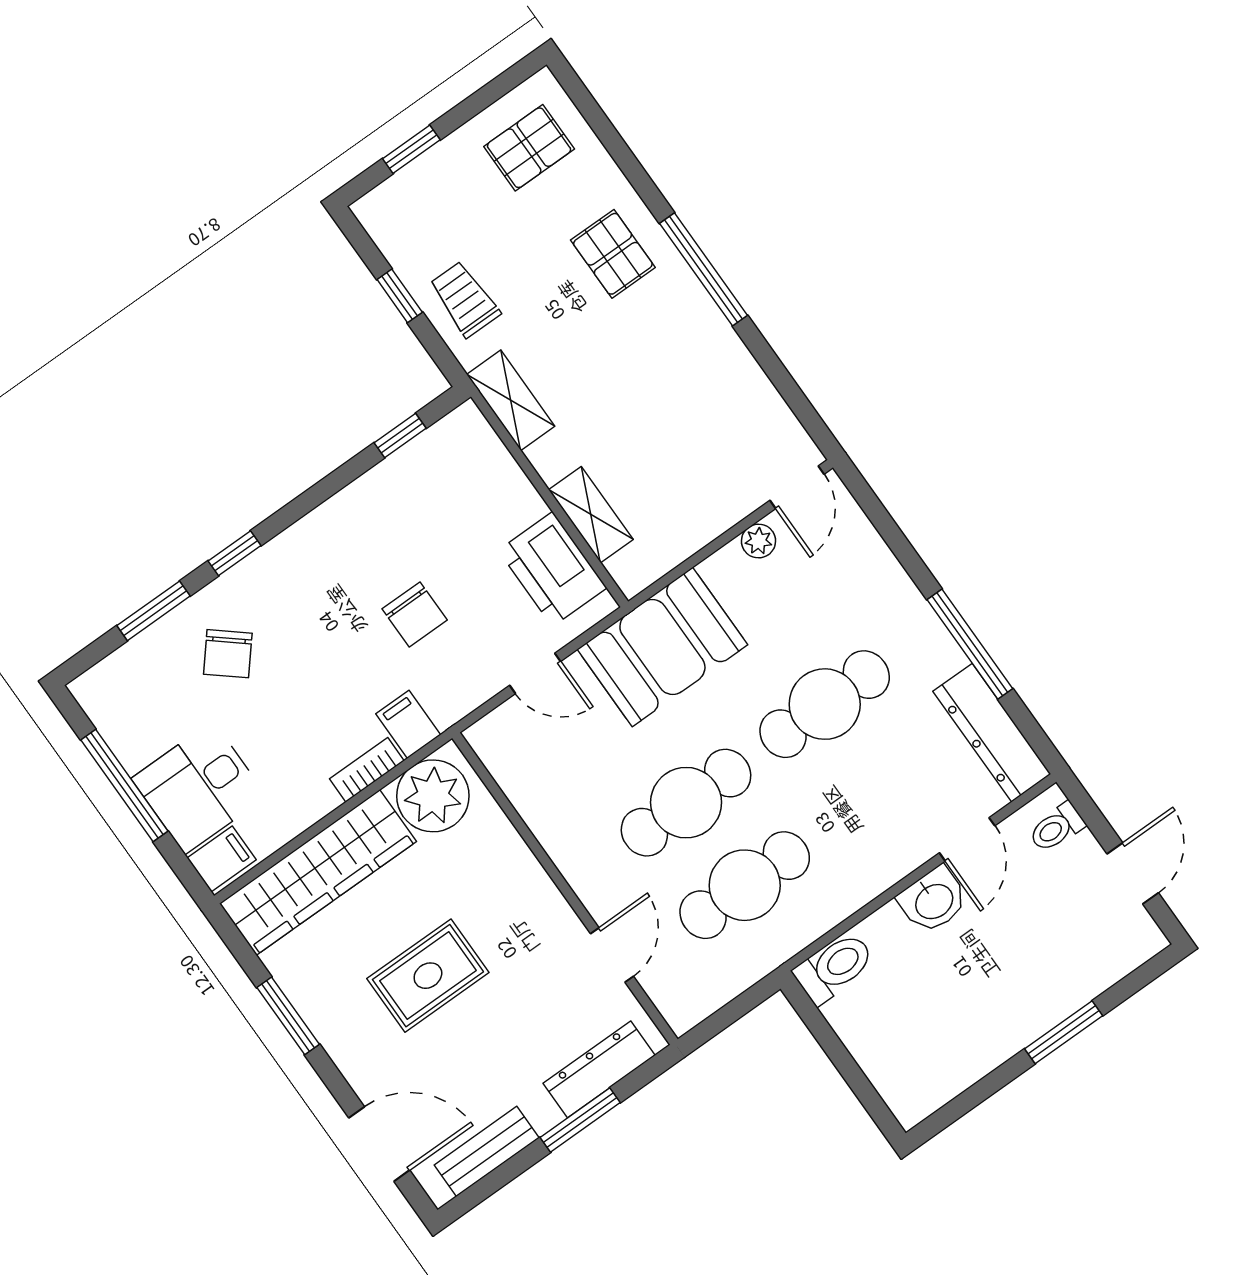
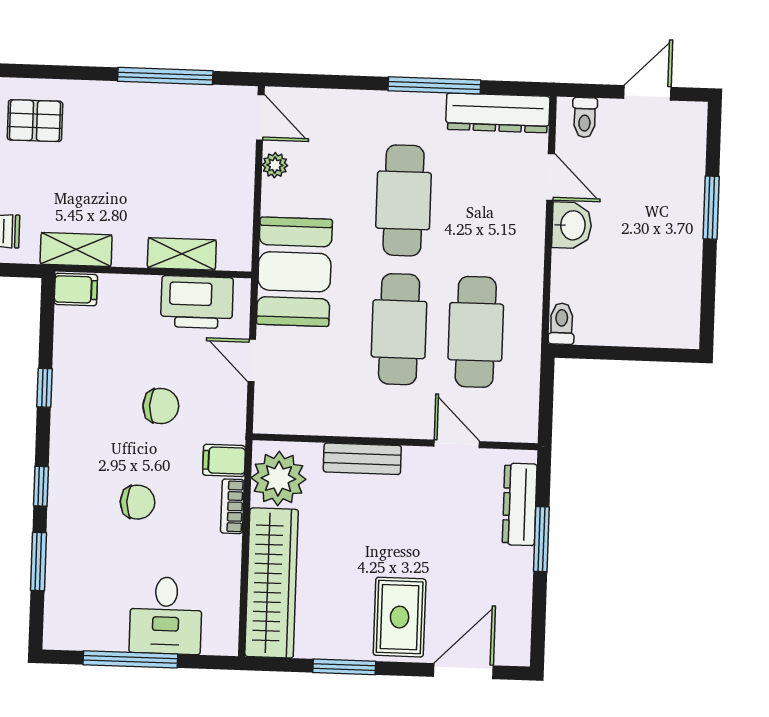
window: (704, 269) -> (165, 76), moved
window: (400, 436) -> (44, 388), moved
chair: (228, 654) -> (138, 502), moved, turned -40
door: (535, 673) -> (252, 361), swing flipped
filing cabinet: (222, 859) -> (76, 289), moved, turned 90
door: (1133, 873) -> (647, 93), hinge flipped
toilet: (834, 967) -> (562, 324), width x0.73, depth x0.72
rug: (428, 976) -> (400, 617), moved
bench: (487, 1151) -> (362, 459), moved, turned 90

